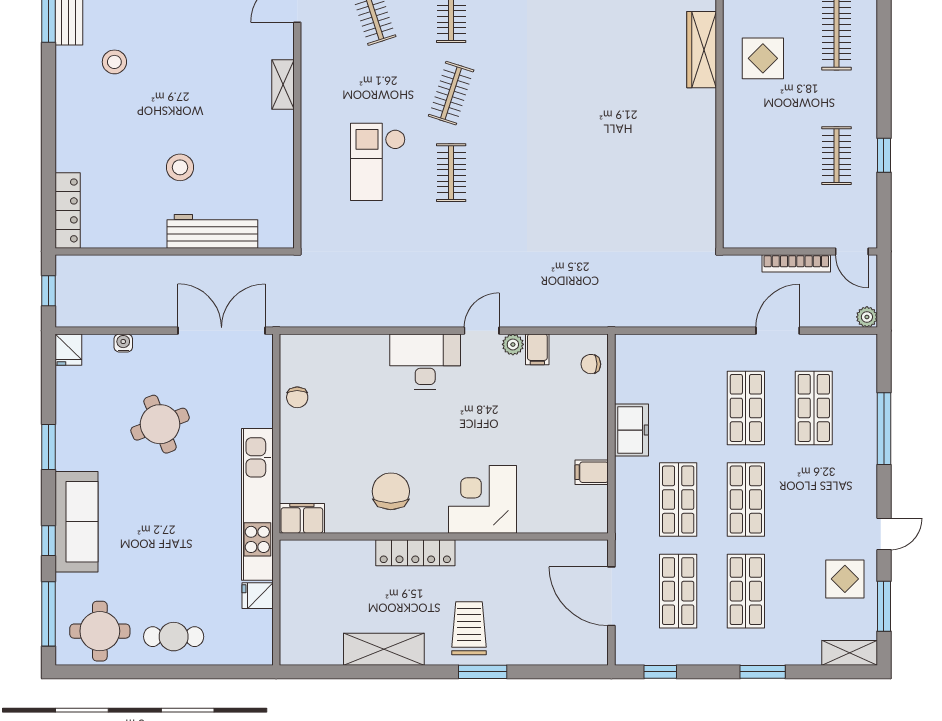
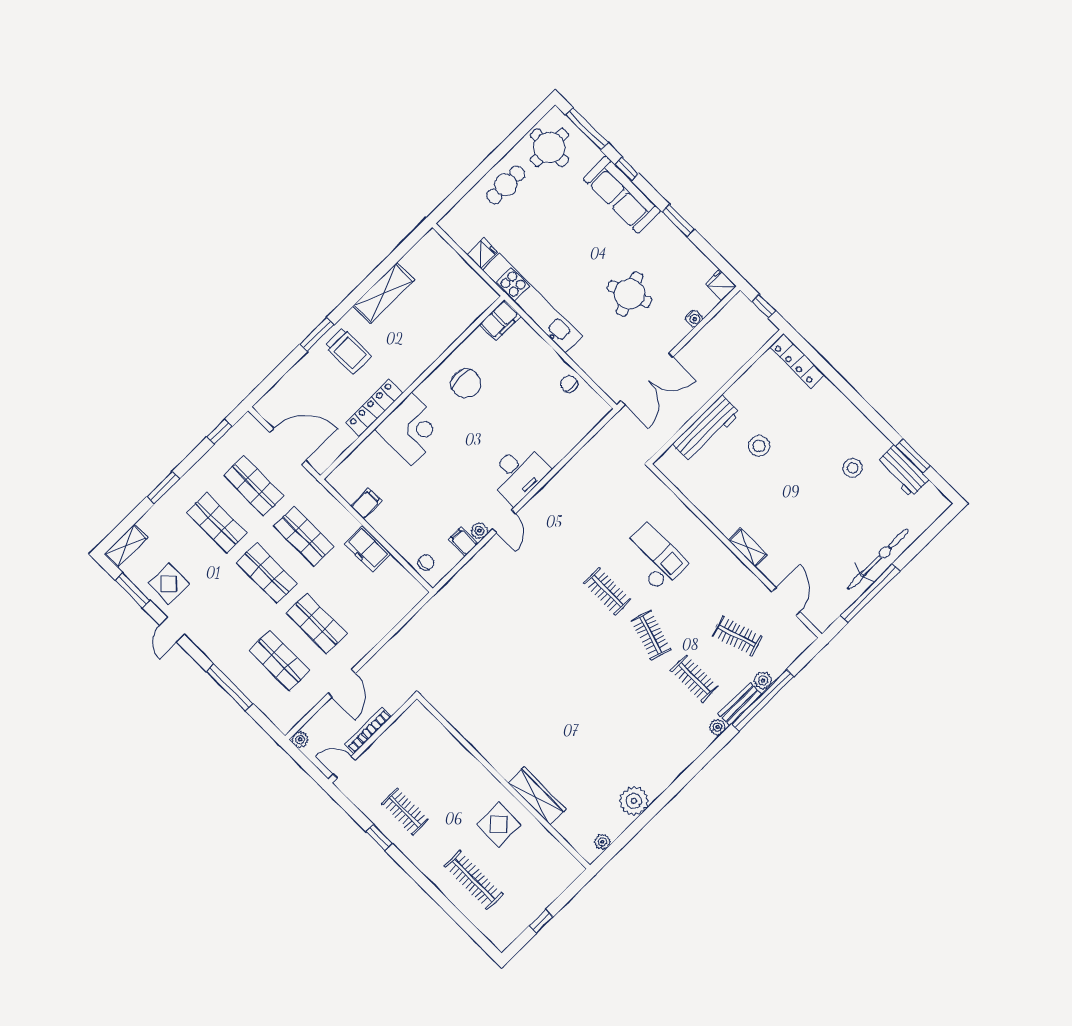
locker: (415, 553) -> (374, 408), moved

